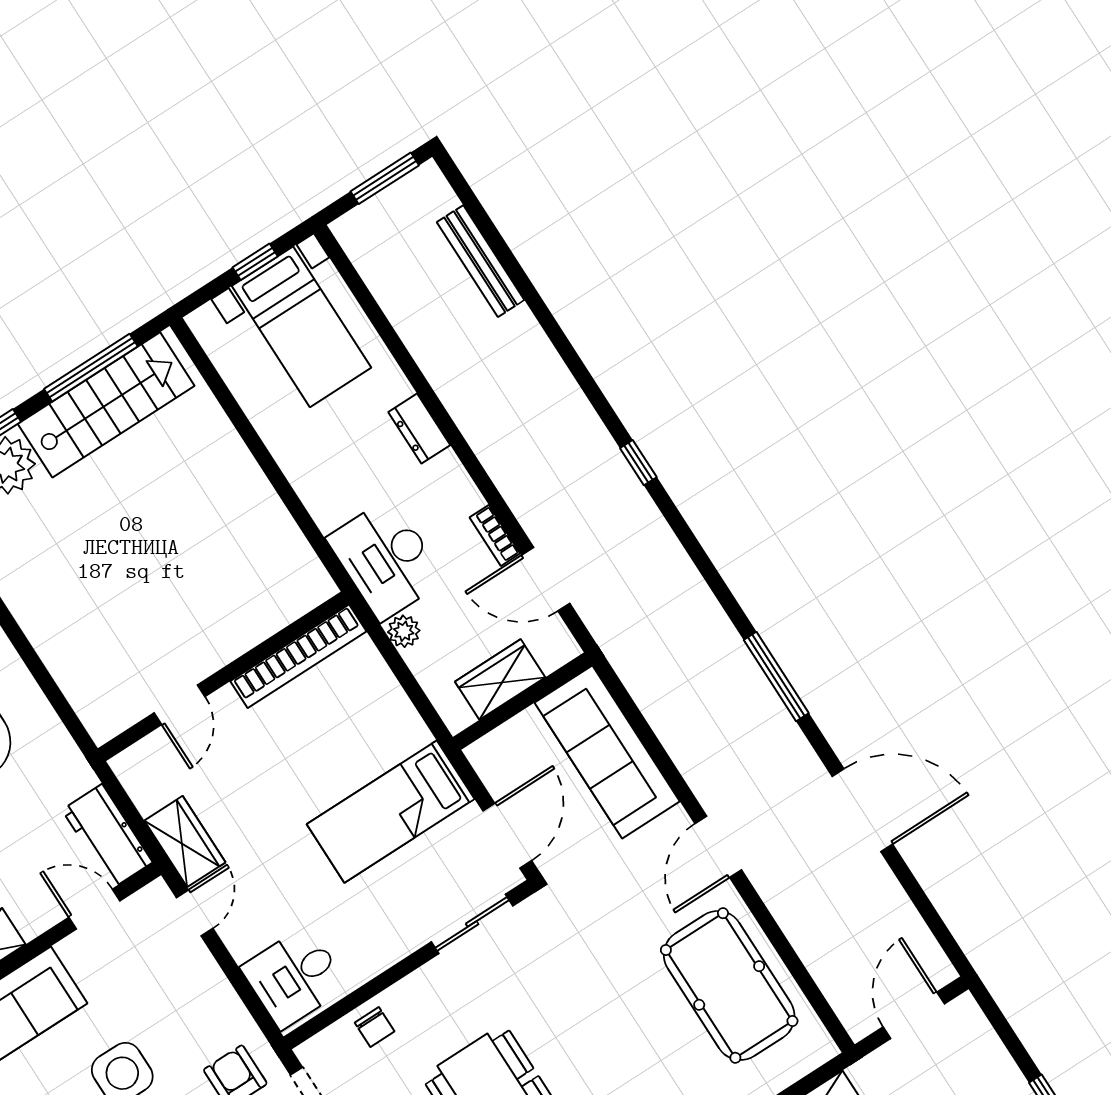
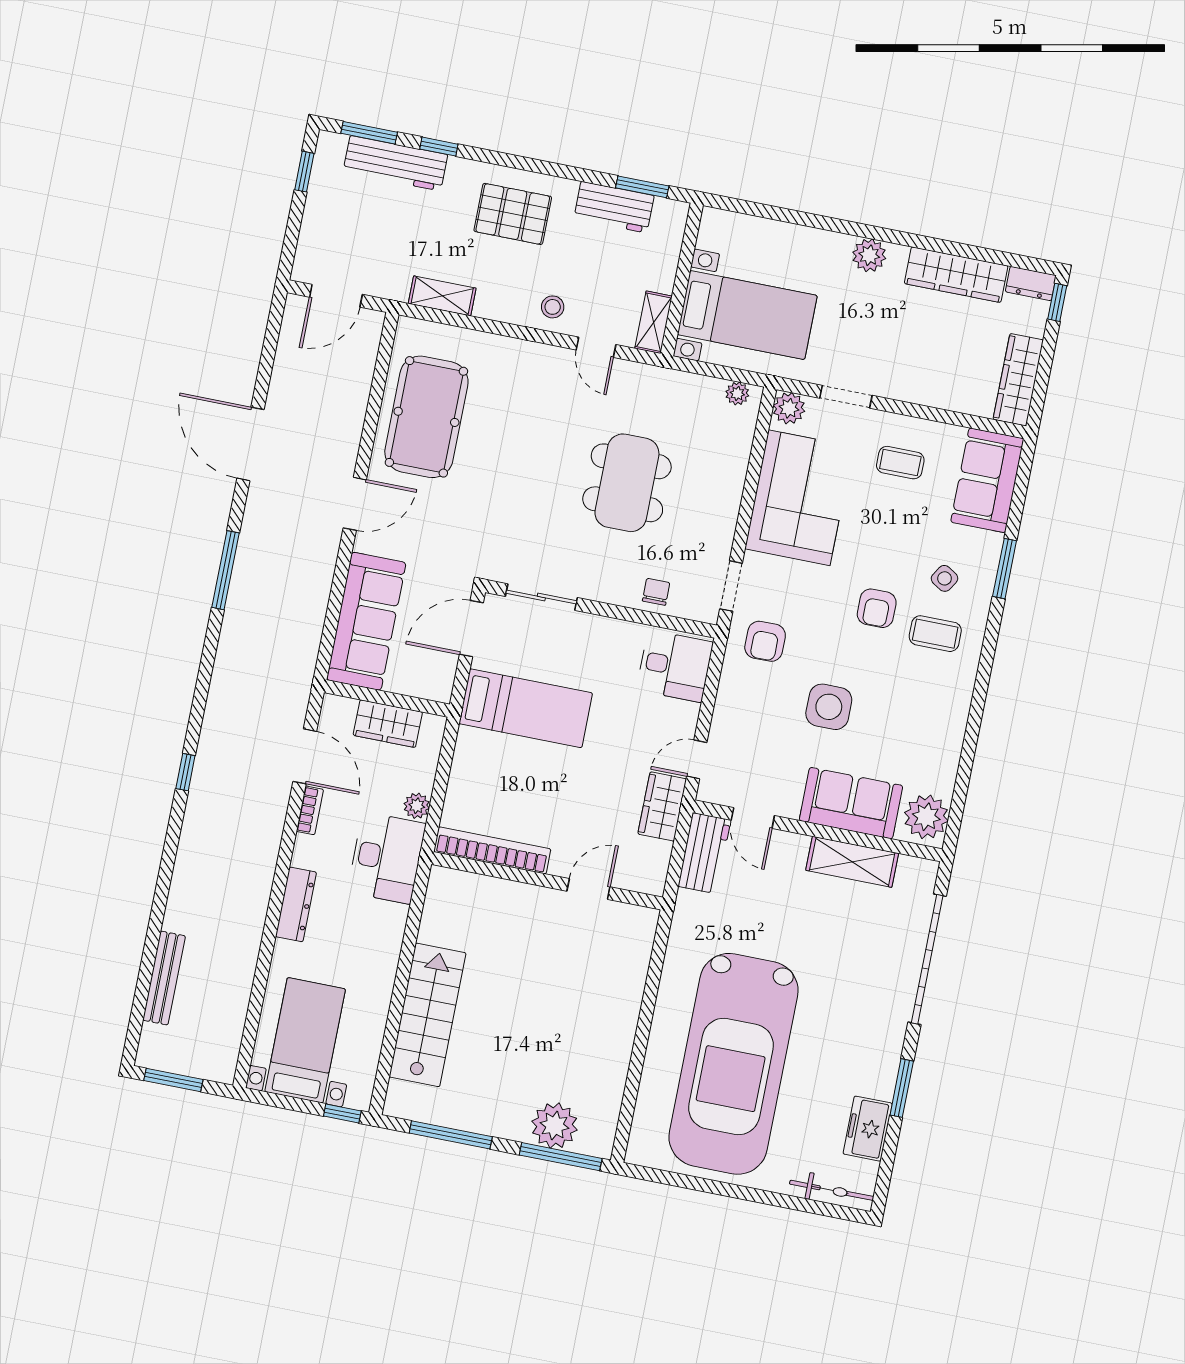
window: (255, 262) -> (342, 1113), moved
stairs: (106, 405) -> (428, 1015), moved, turned 90
dresser: (419, 429) -> (296, 904), width x1.44

